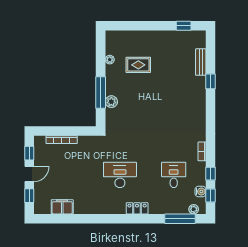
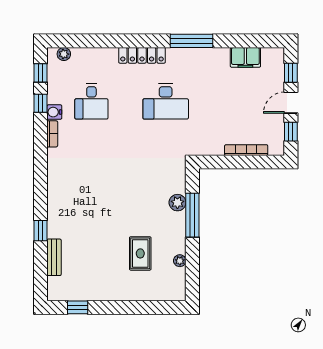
rug: (138, 65) -> (140, 253), turned 90
water cooler: (201, 192) -> (54, 112), moved
locker: (137, 208) -> (142, 55), width x1.53
window: (180, 219) -> (191, 41), moved

